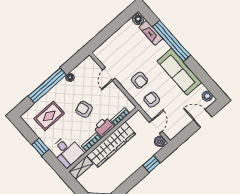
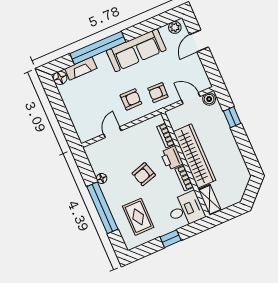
door: (109, 74) -> (112, 132), swing flipped

